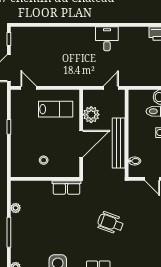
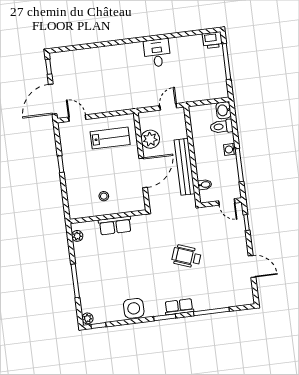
row of seats: (66, 187) -> (115, 226), moved
plant: (16, 208) -> (77, 236), moved

